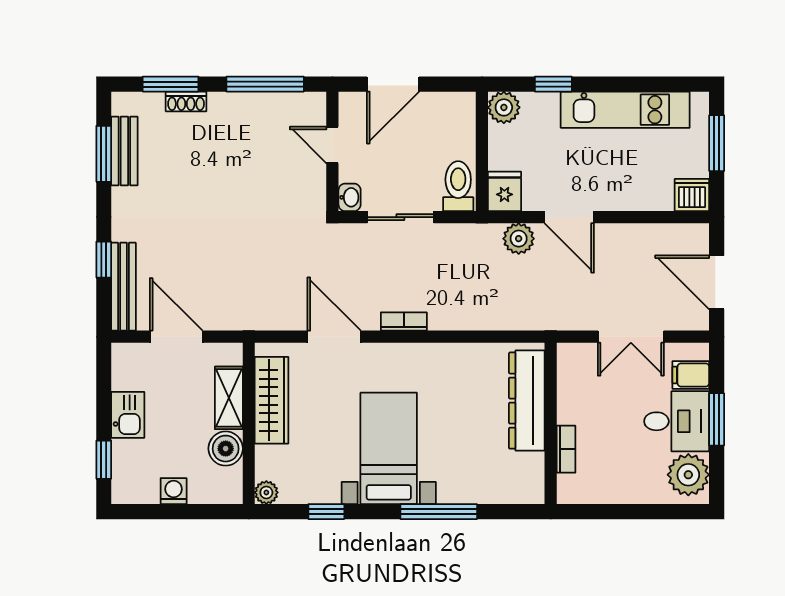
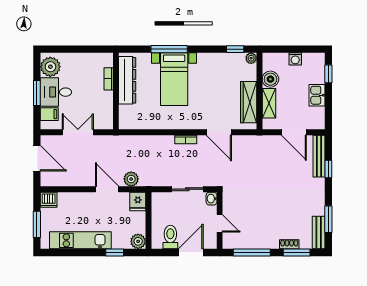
bench: (124, 151) -> (319, 233), moved
toilet: (458, 186) -> (170, 237), moved, turned 180
dresser: (527, 401) -> (127, 80), moved
bed with nightstands: (389, 448) -> (174, 79), moved
window: (326, 512) -> (235, 49), moved

